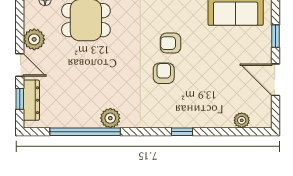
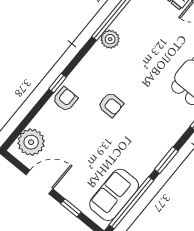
armchair: (171, 43) -> (65, 99), moved
plant: (242, 120) -> (31, 142), width x1.87, depth x1.87

